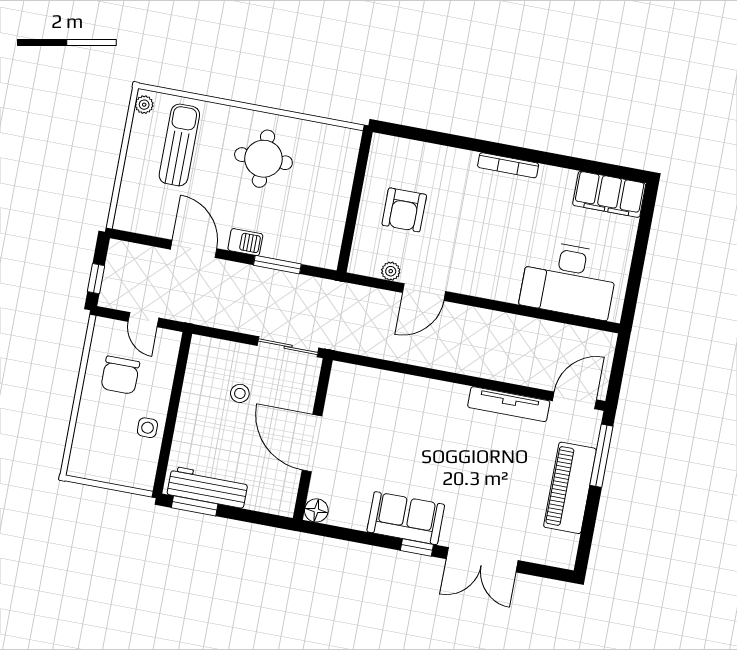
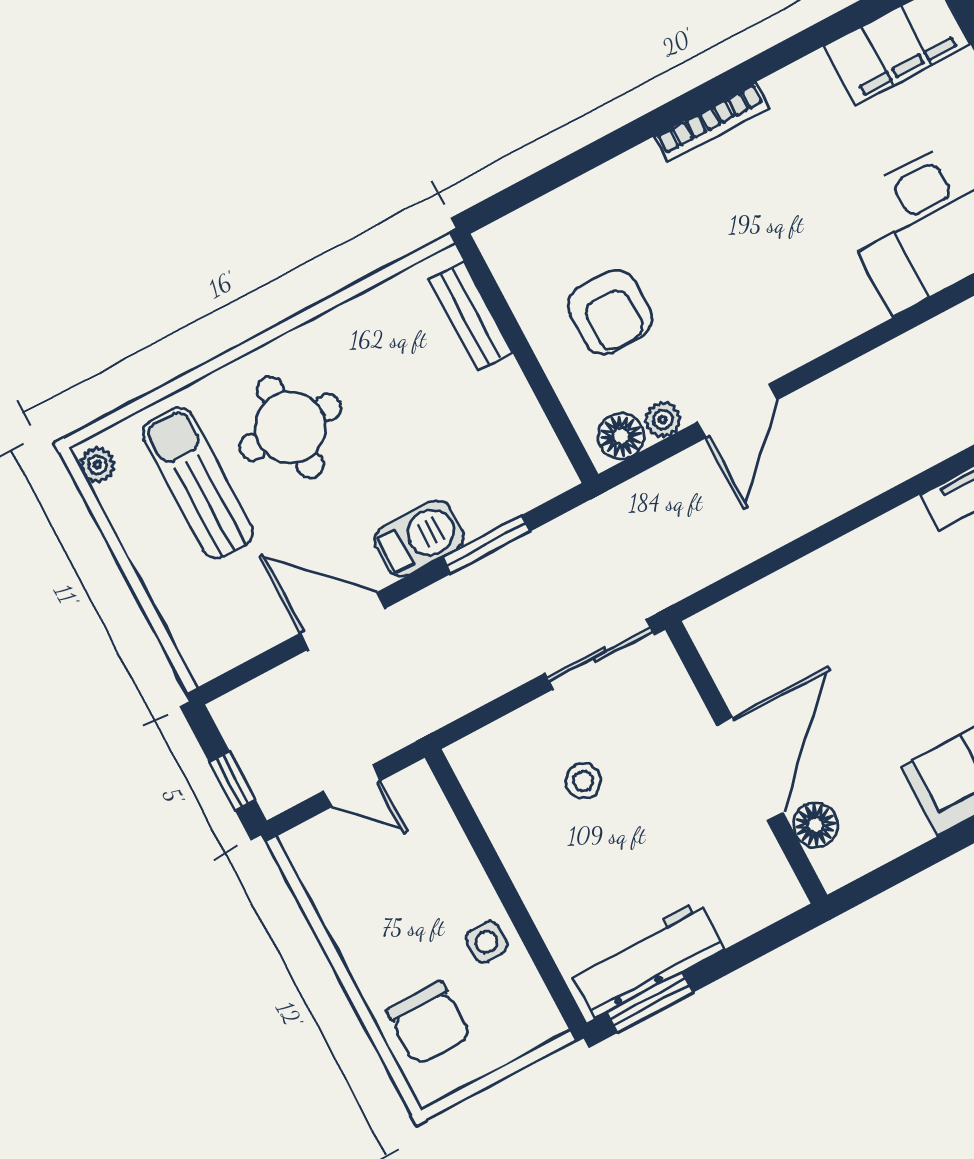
round table: (263, 159) -> (290, 427), moved
bench: (346, 166) -> (471, 316), added
barbecue: (245, 242) -> (419, 539), width x1.38, depth x1.27
floor lamp: (368, 264) -> (621, 436), added
chair: (120, 375) -> (429, 1023), moved
door: (312, 443) -> (750, 769), swing flipped
floor lamp: (316, 510) -> (815, 825), moved

